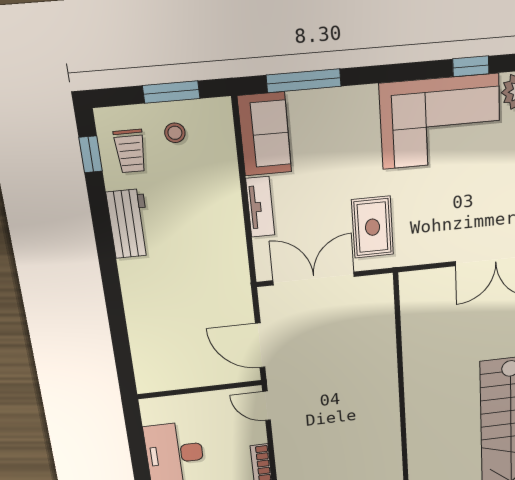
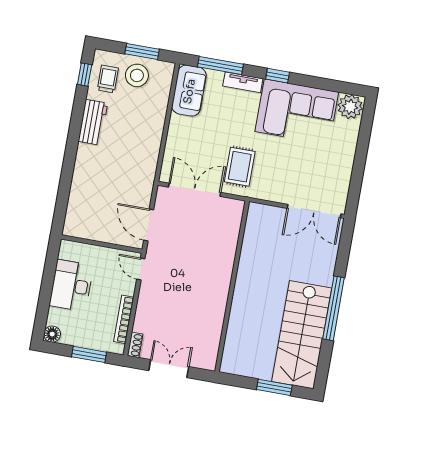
window: (471, 66) -> (278, 76), moved
stool: (175, 133) -> (137, 75), width x1.89, depth x1.89
trolley: (130, 151) -> (108, 79), turned 180
tv unit: (260, 207) -> (243, 82), moved, turned 90

